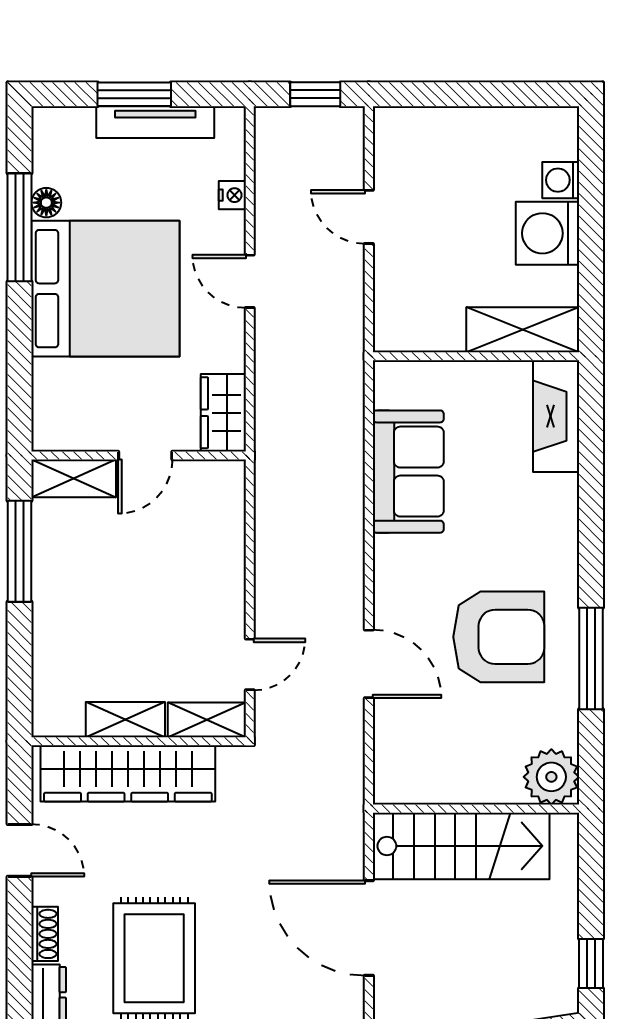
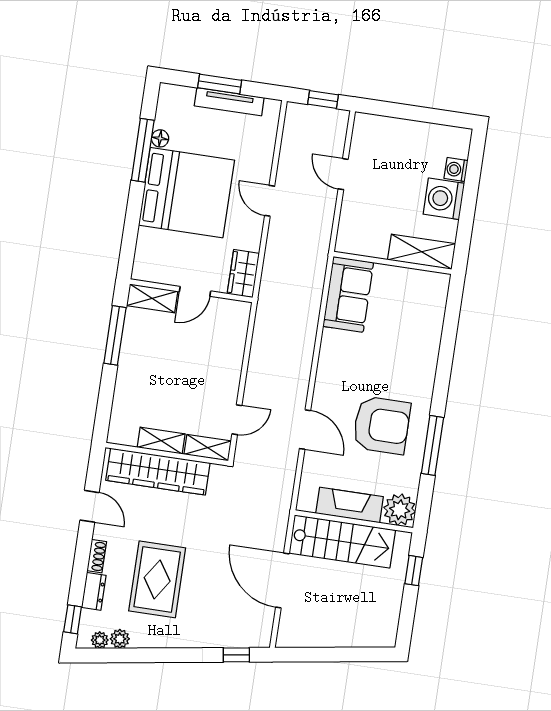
nightstand: (232, 195) -> (267, 150), removed
fireplace: (556, 416) -> (350, 505), moved, turned 90
sofa: (408, 472) -> (348, 294), moved
window: (591, 963) -> (414, 571), moved

